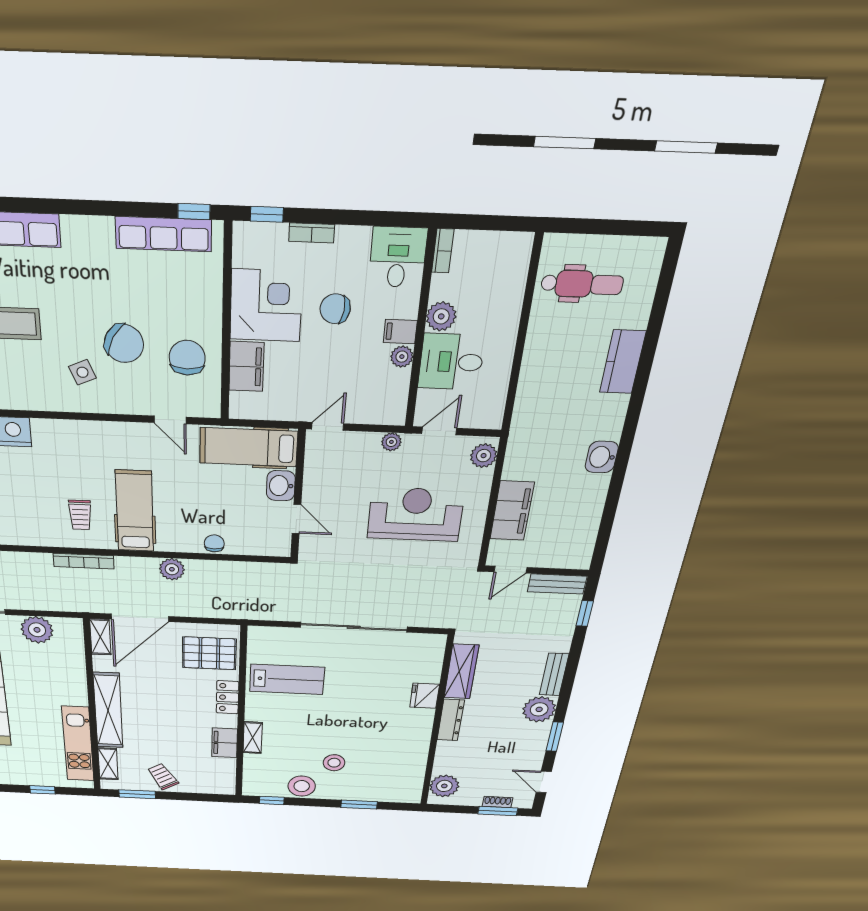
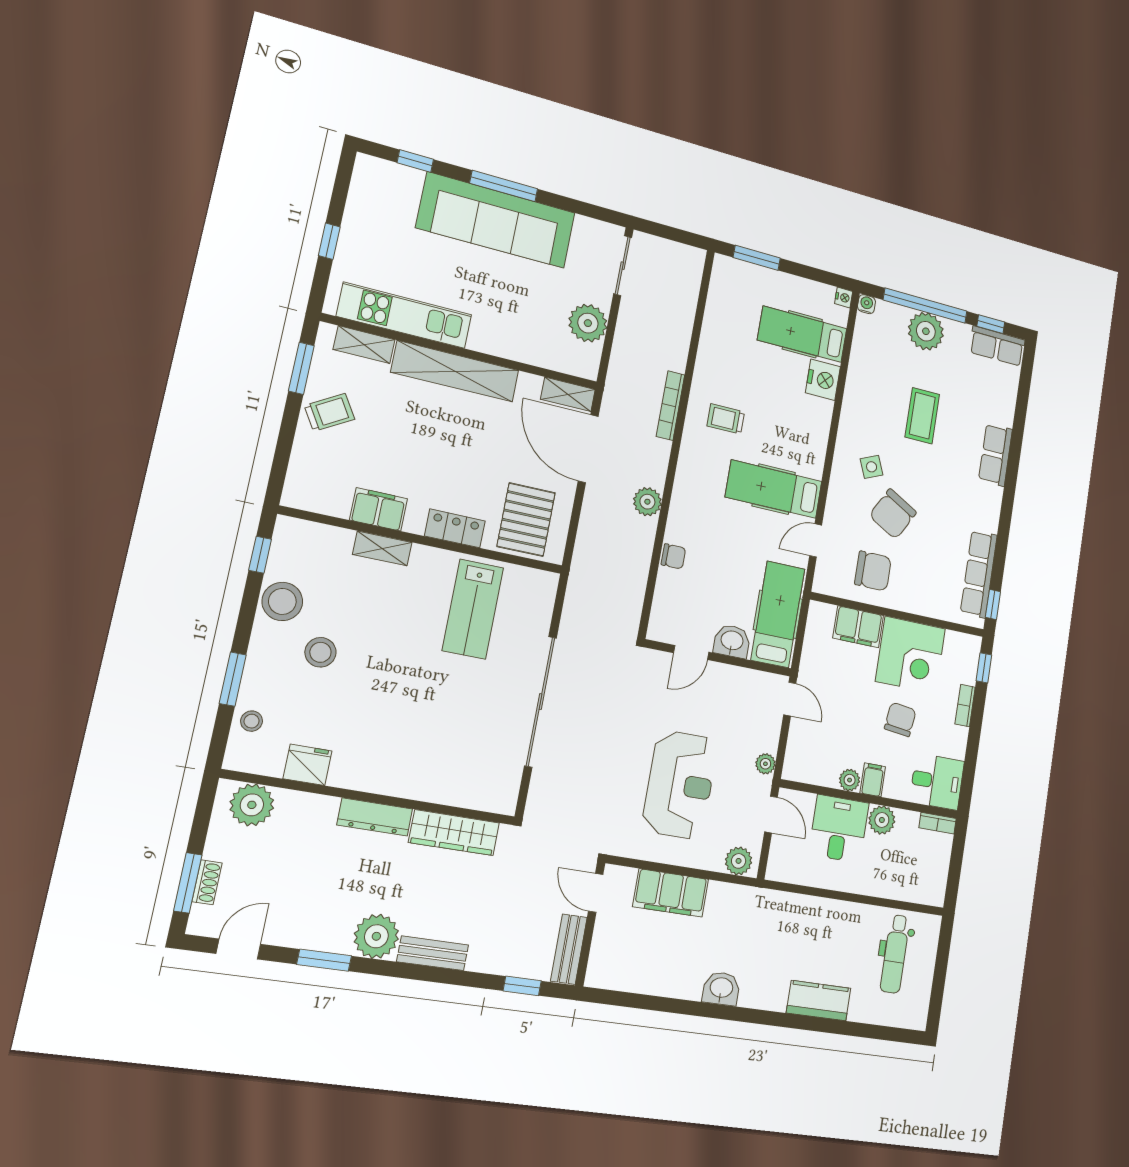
hospital bed: (135, 511) -> (774, 489), moved, turned 180
fridge: (425, 696) -> (308, 765), moved
stool: (387, 792) -> (252, 721), added

